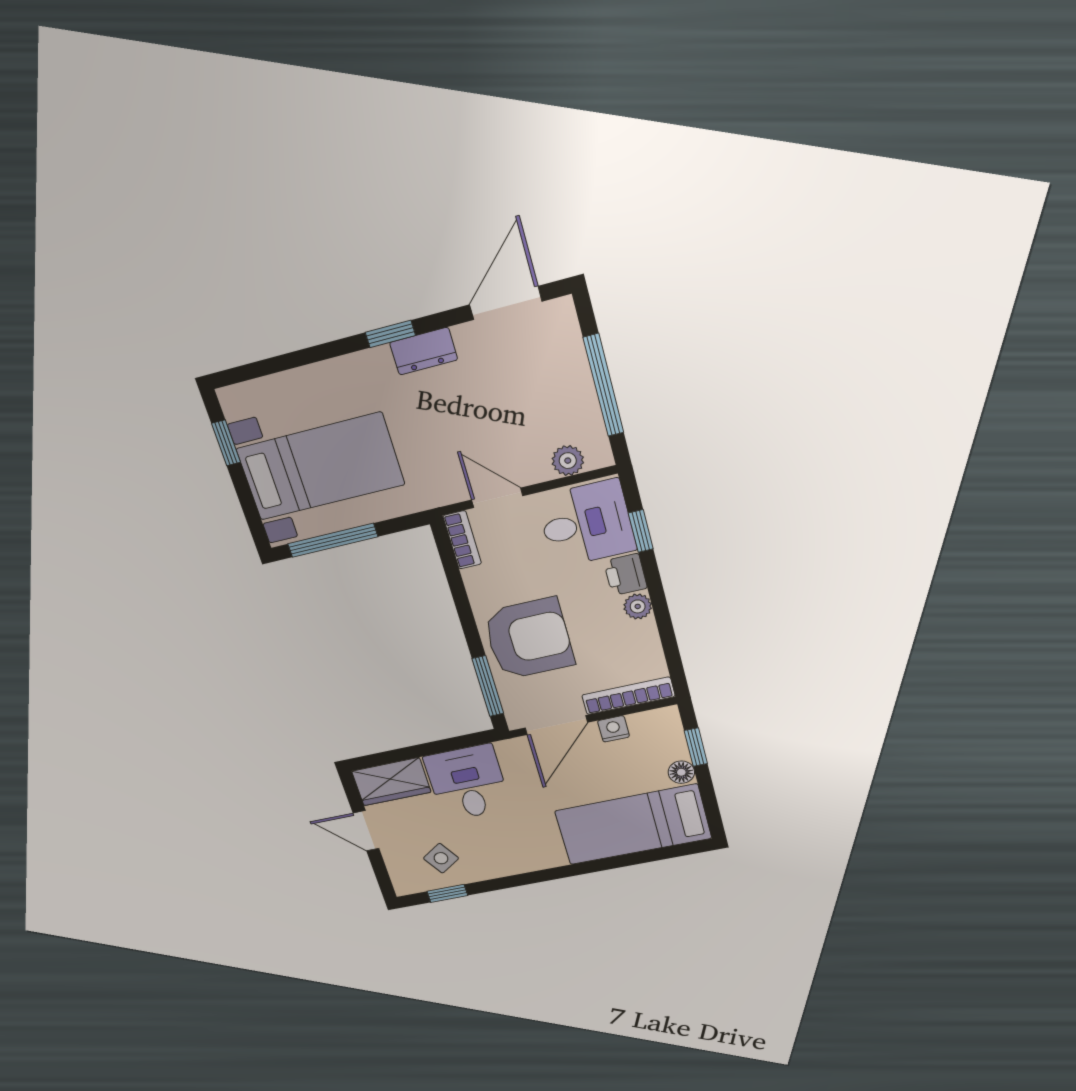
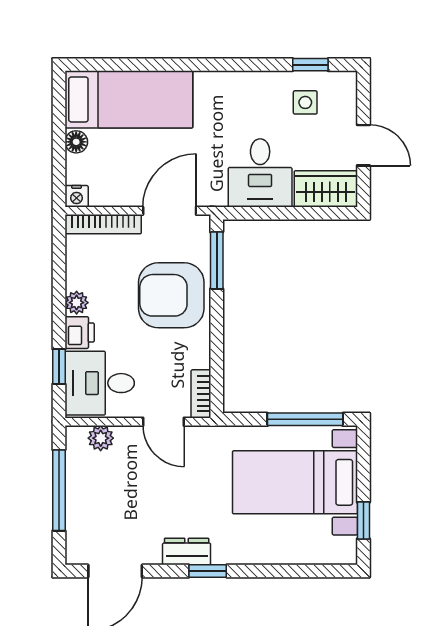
nightstand: (613, 729) -> (77, 196), moved
window: (696, 747) -> (59, 163), removed
side table: (441, 858) -> (305, 102), turned 33

